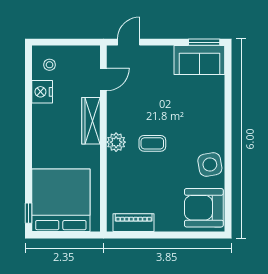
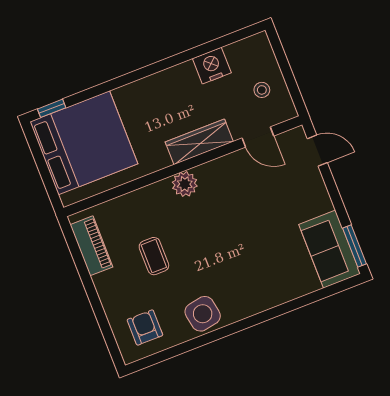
stool: (50, 65) -> (262, 90), moved
coffee table: (152, 143) -> (154, 256), moved
armchair: (204, 208) -> (145, 327), width x0.53, depth x0.53

